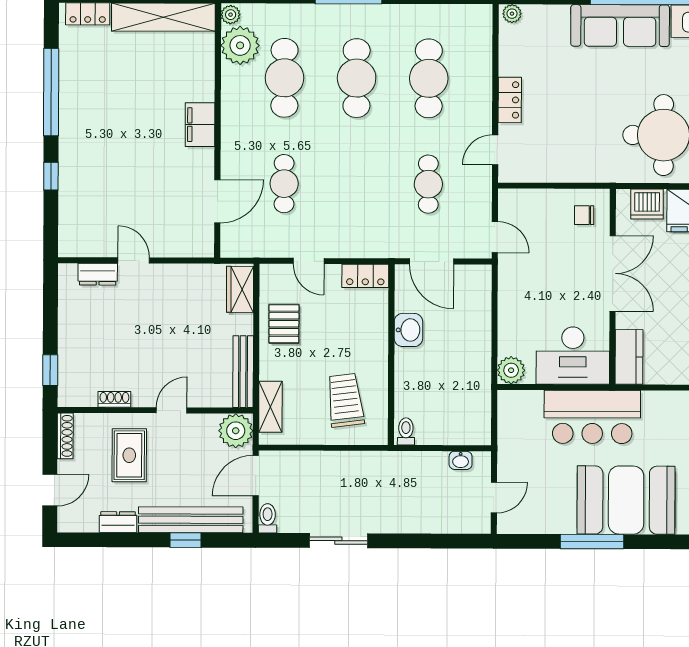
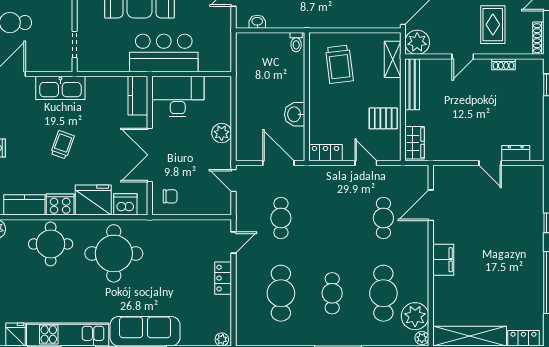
cafe table: (357, 78) -> (332, 293), width x0.73, depth x0.74
pallet: (284, 324) -> (383, 118), turned 90
plant: (511, 370) -> (222, 133), moved

